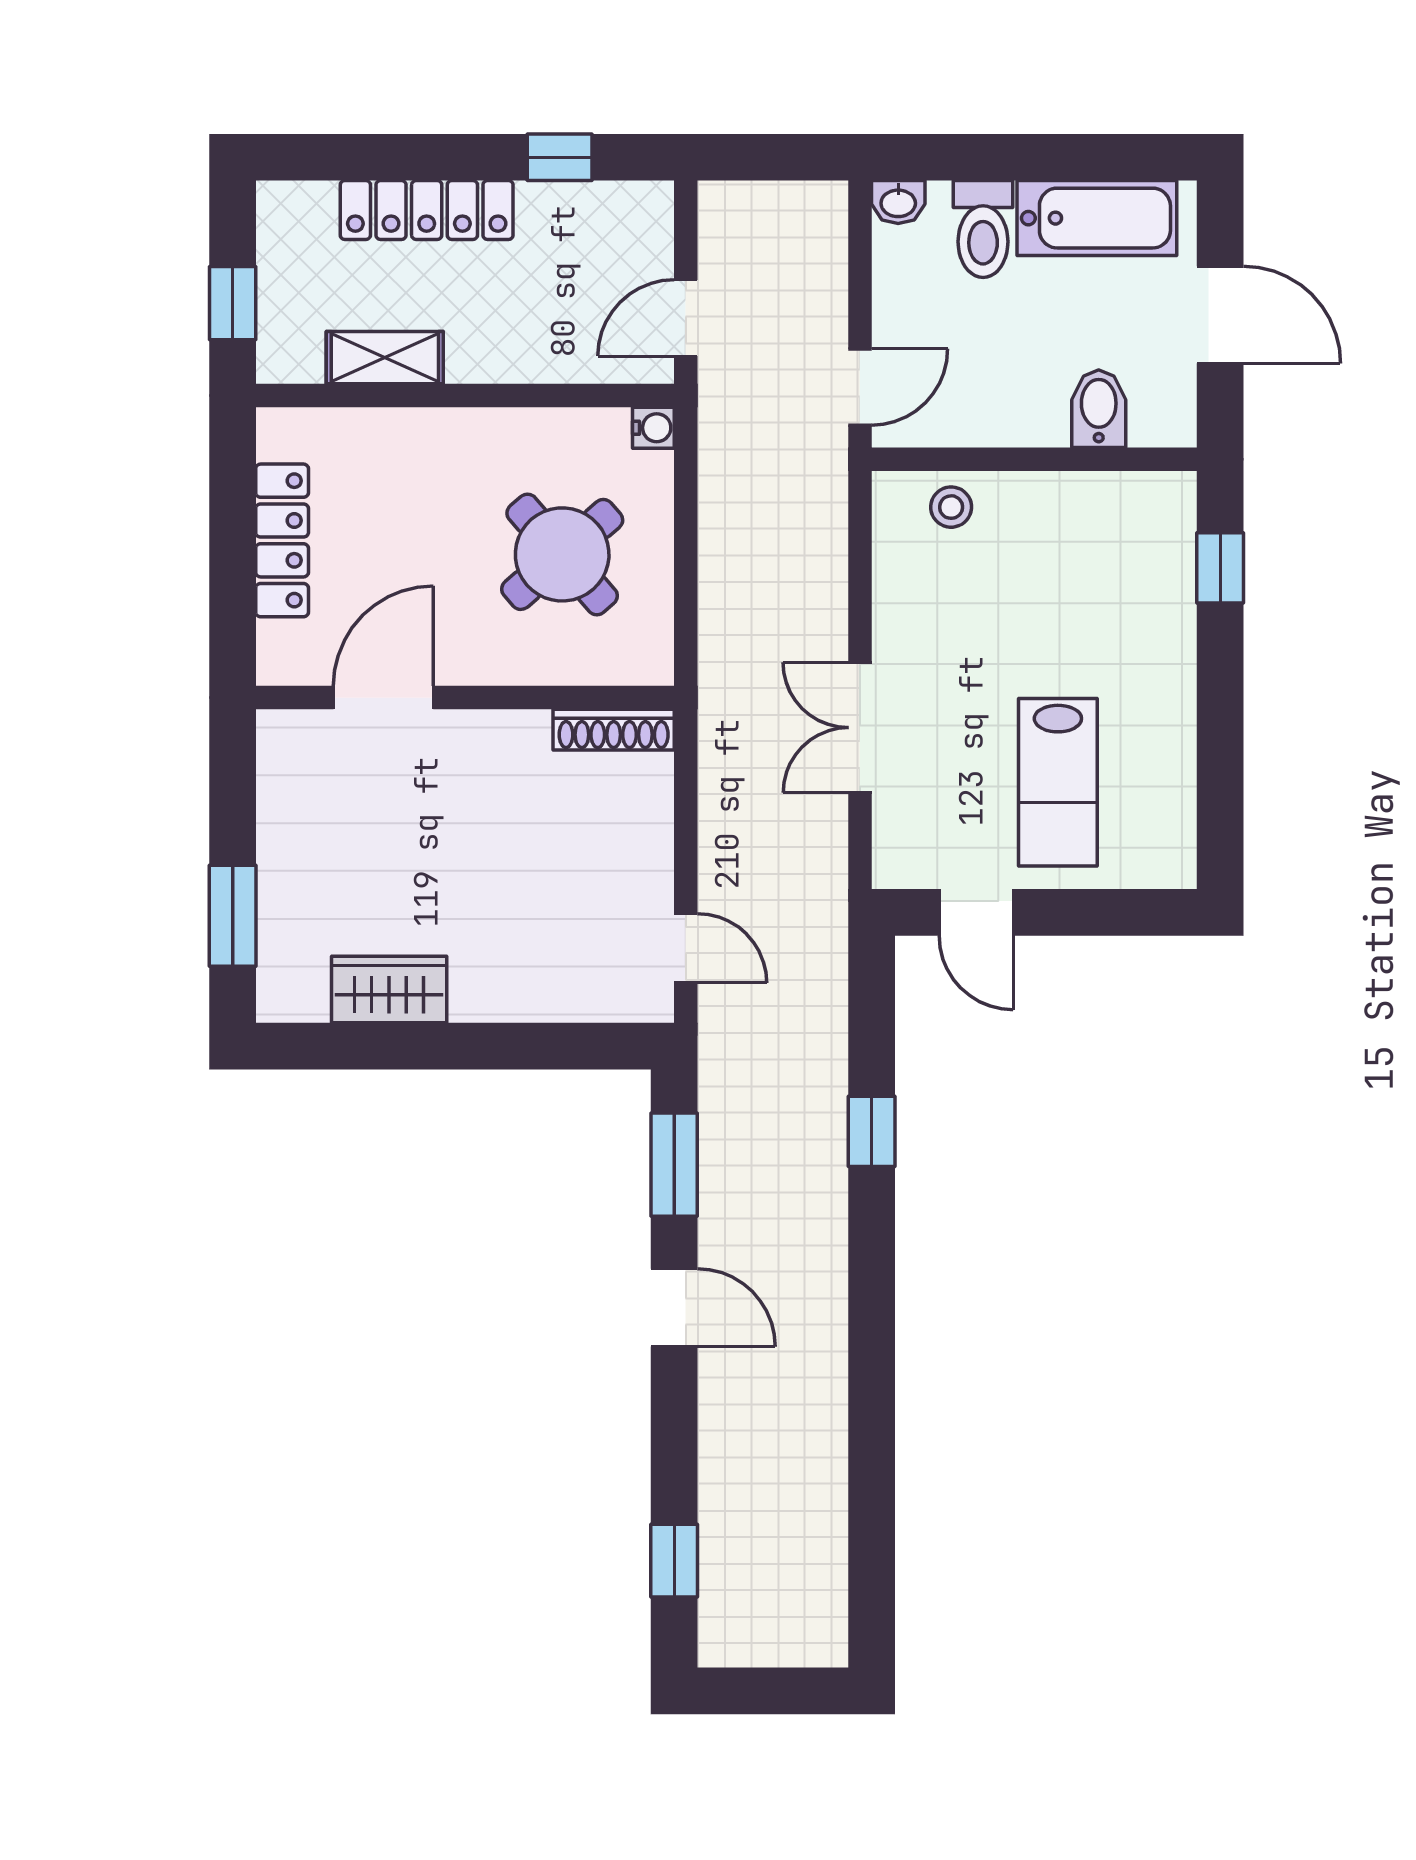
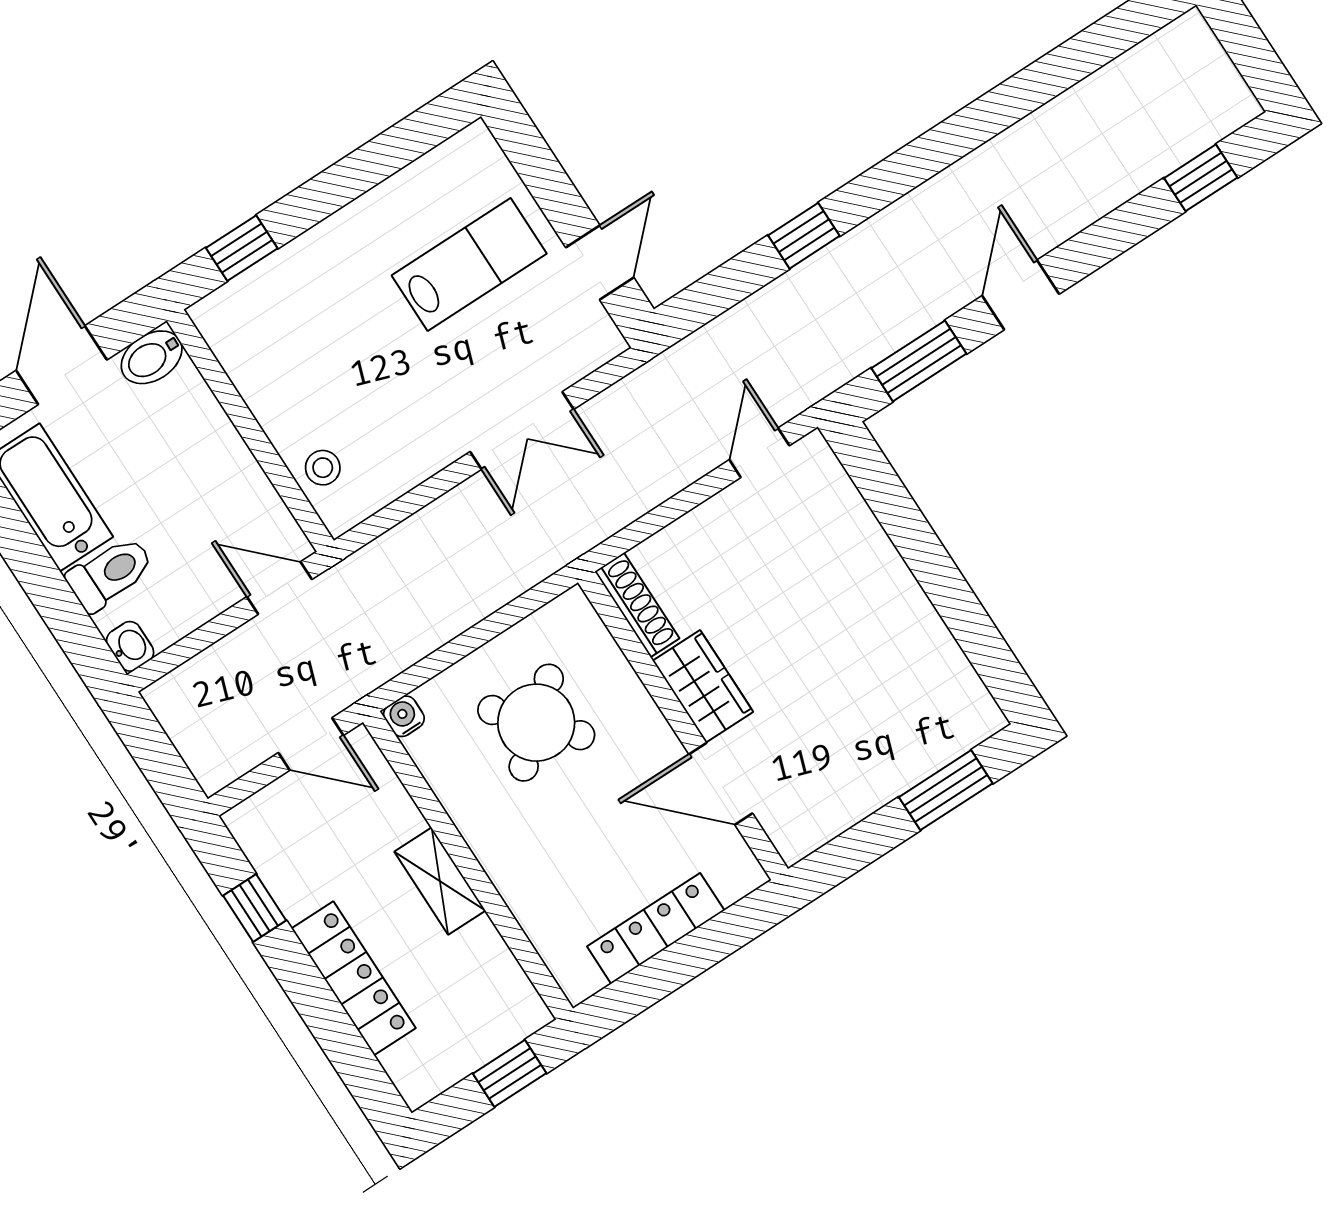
shelving: (385, 358) -> (440, 881), moved
bidet: (1099, 409) -> (152, 357), moved
wardrobe: (389, 989) -> (703, 686), moved, turned 180

